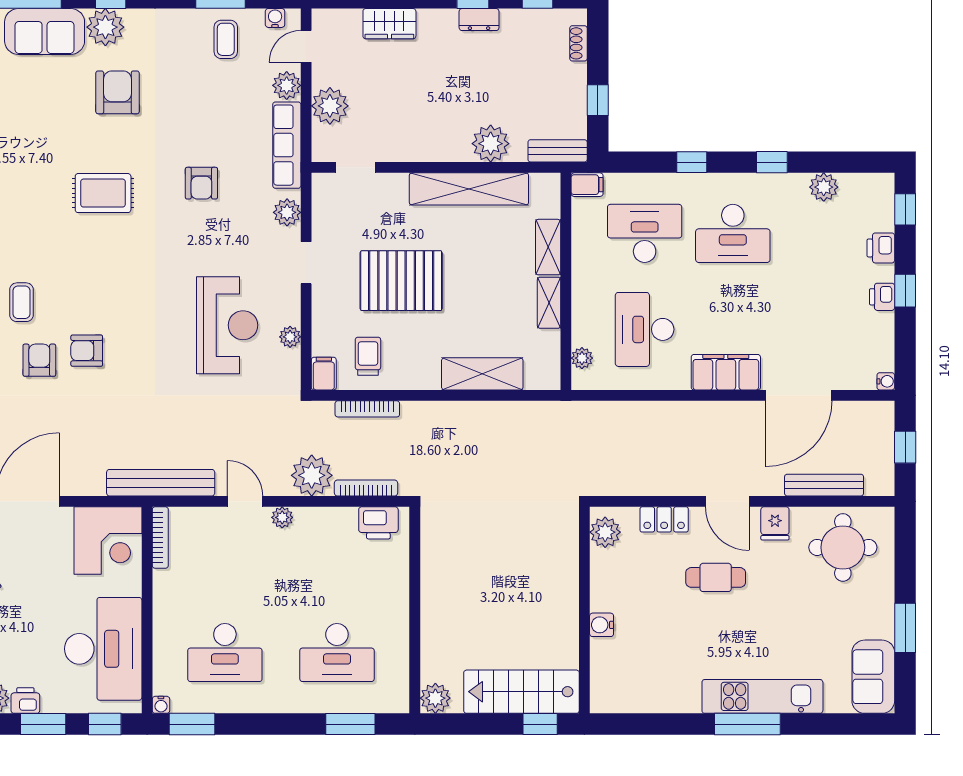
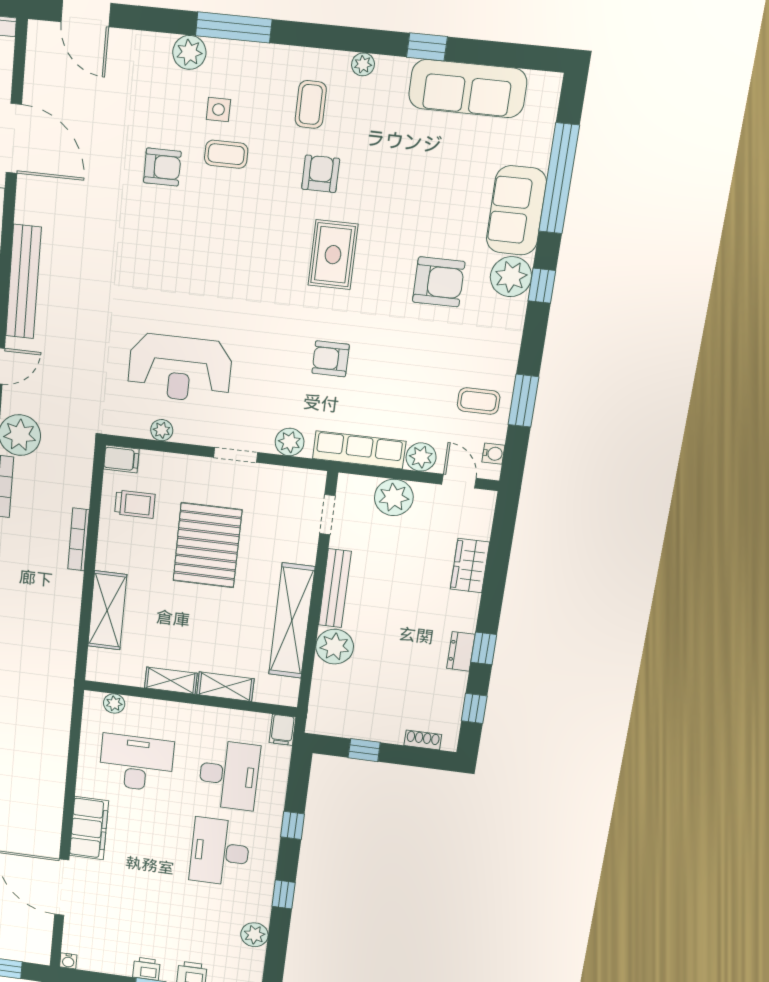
bench: (558, 151) -> (335, 588), moved, width x1.36
armchair: (87, 351) -> (321, 174), moved
bookcase: (367, 409) -> (78, 539), moved

